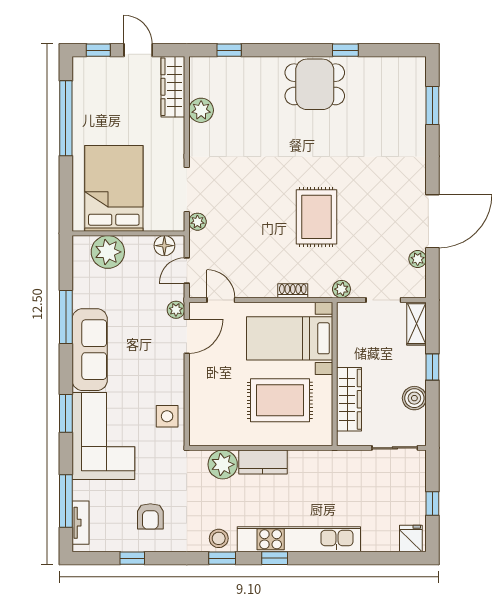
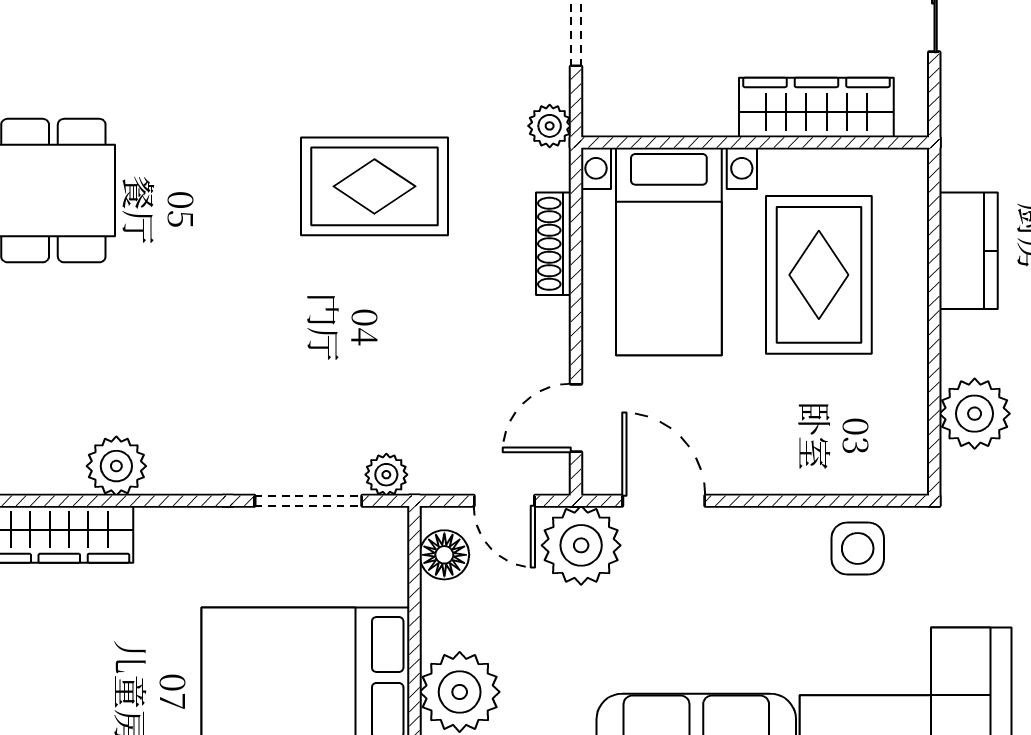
shoe rack: (293, 291) -> (554, 244), width x1.43
plant: (176, 310) -> (581, 545), width x1.87, depth x1.87
kitchen counter: (263, 462) -> (969, 251), moved

